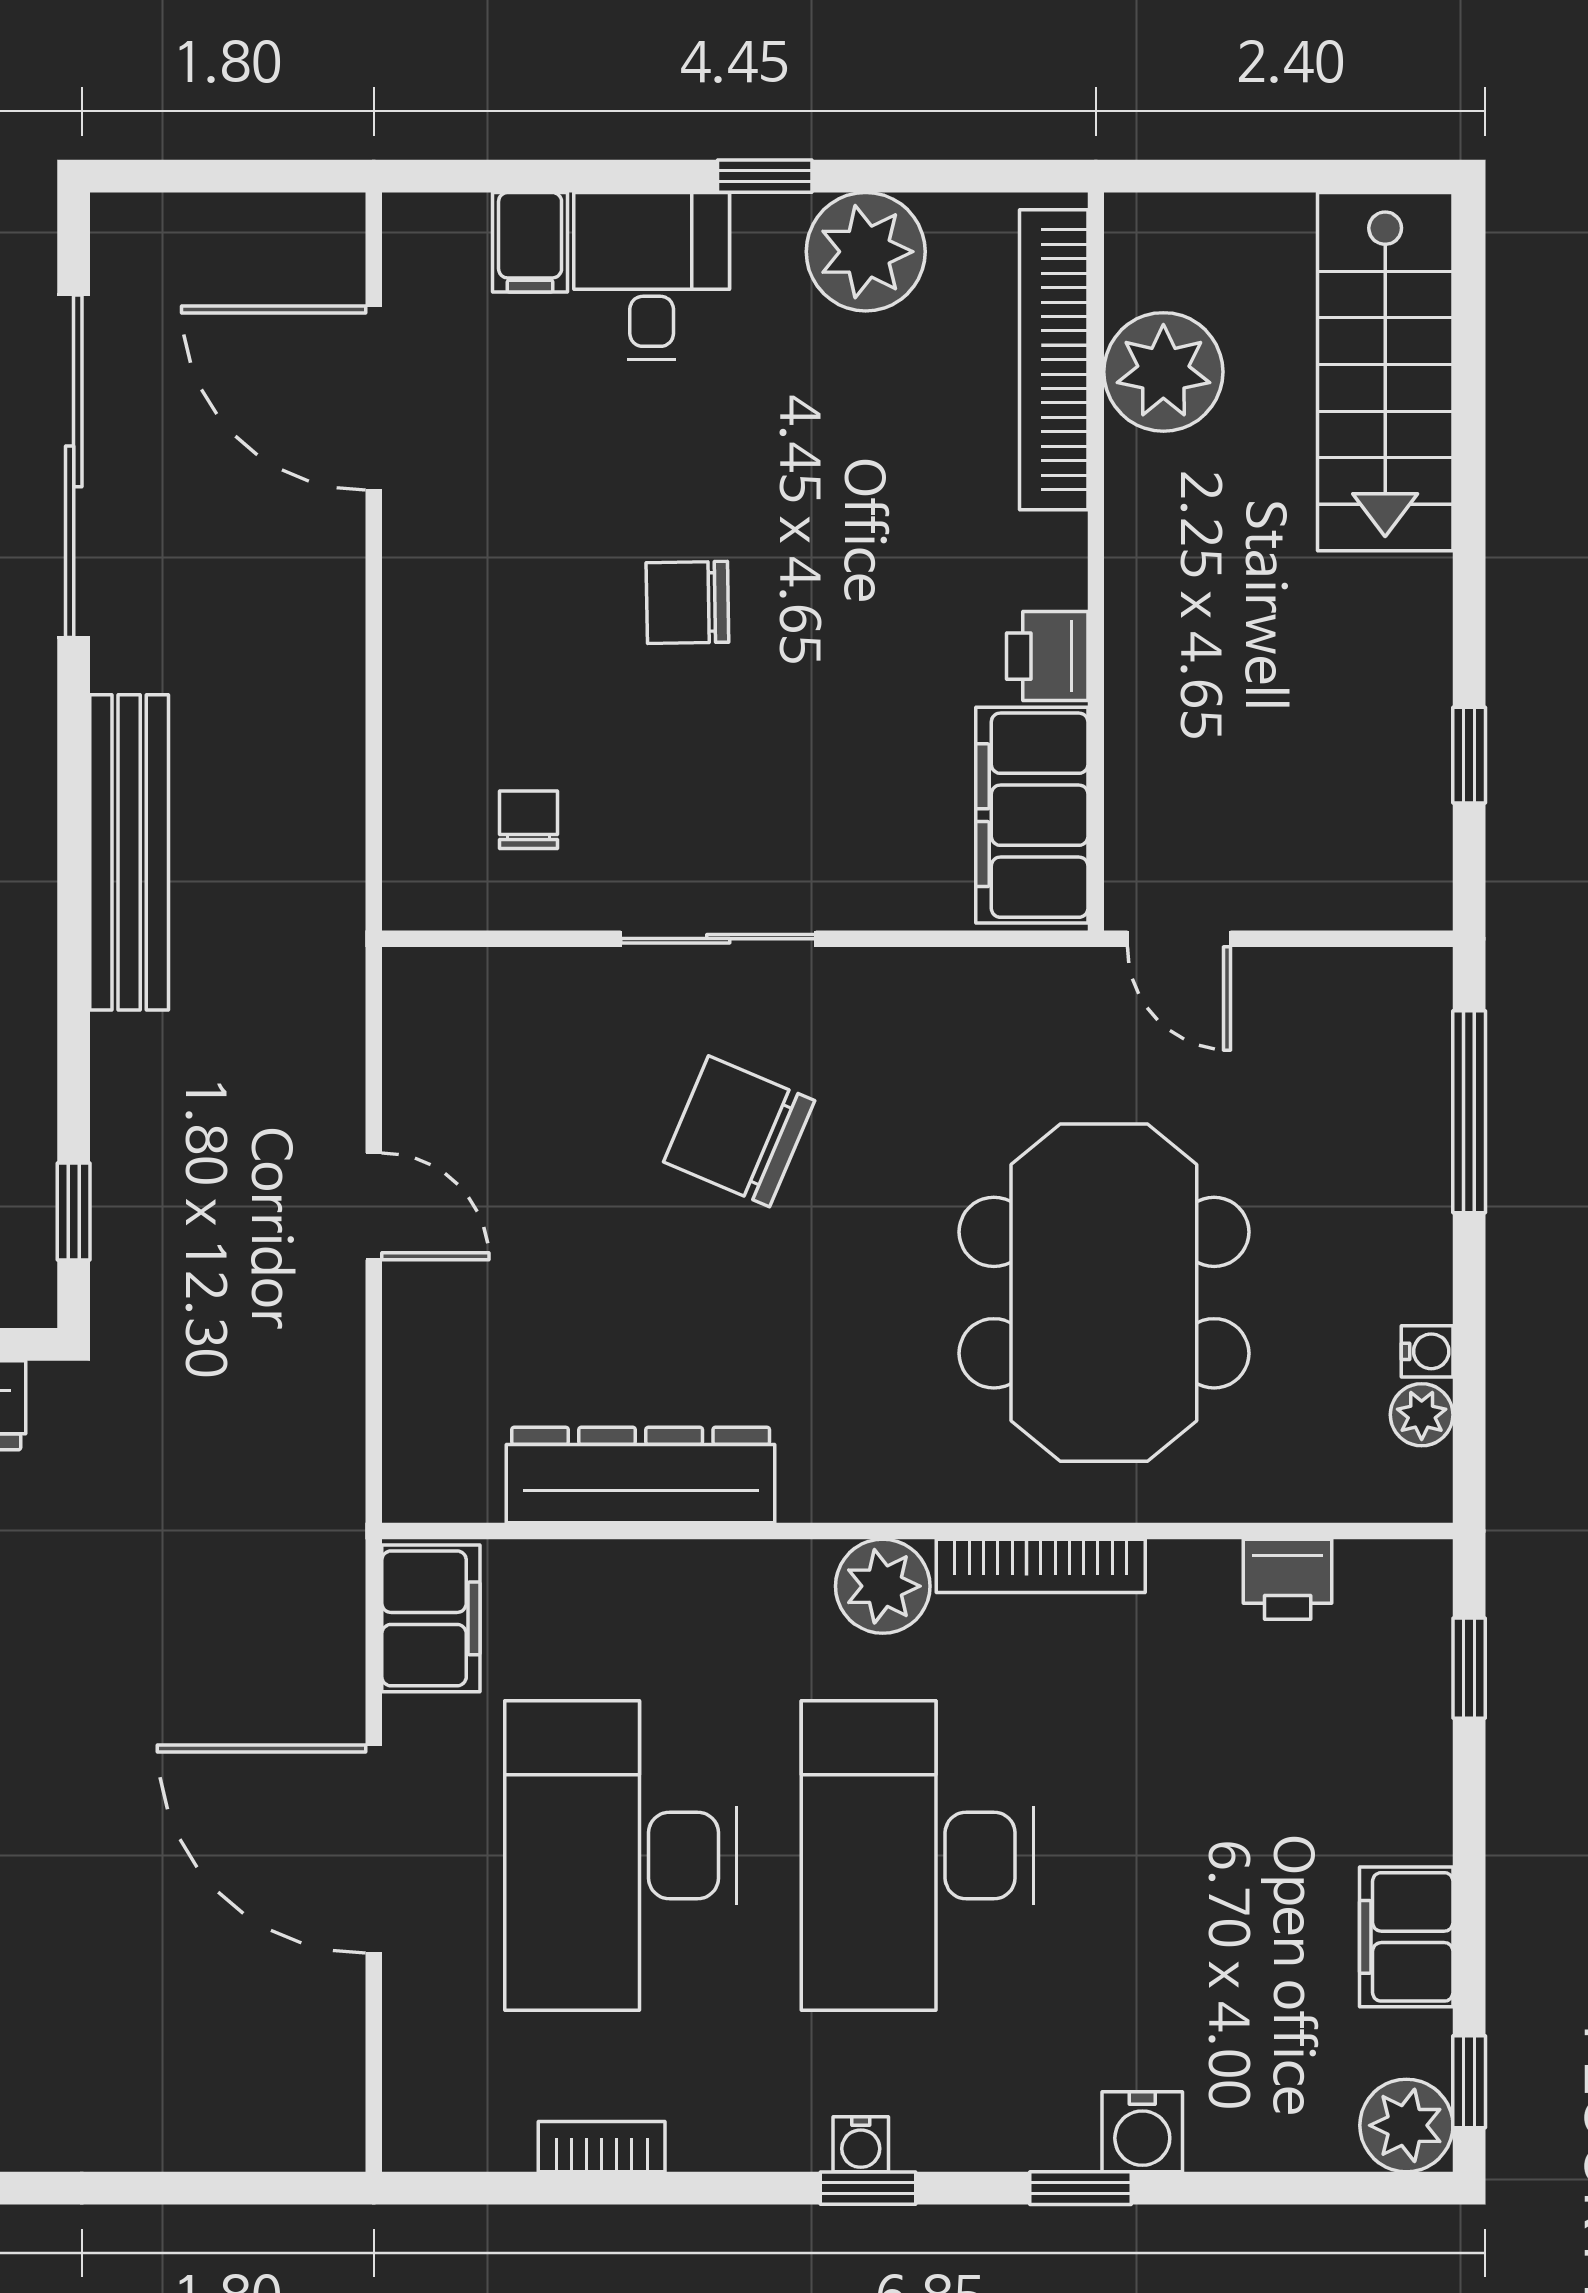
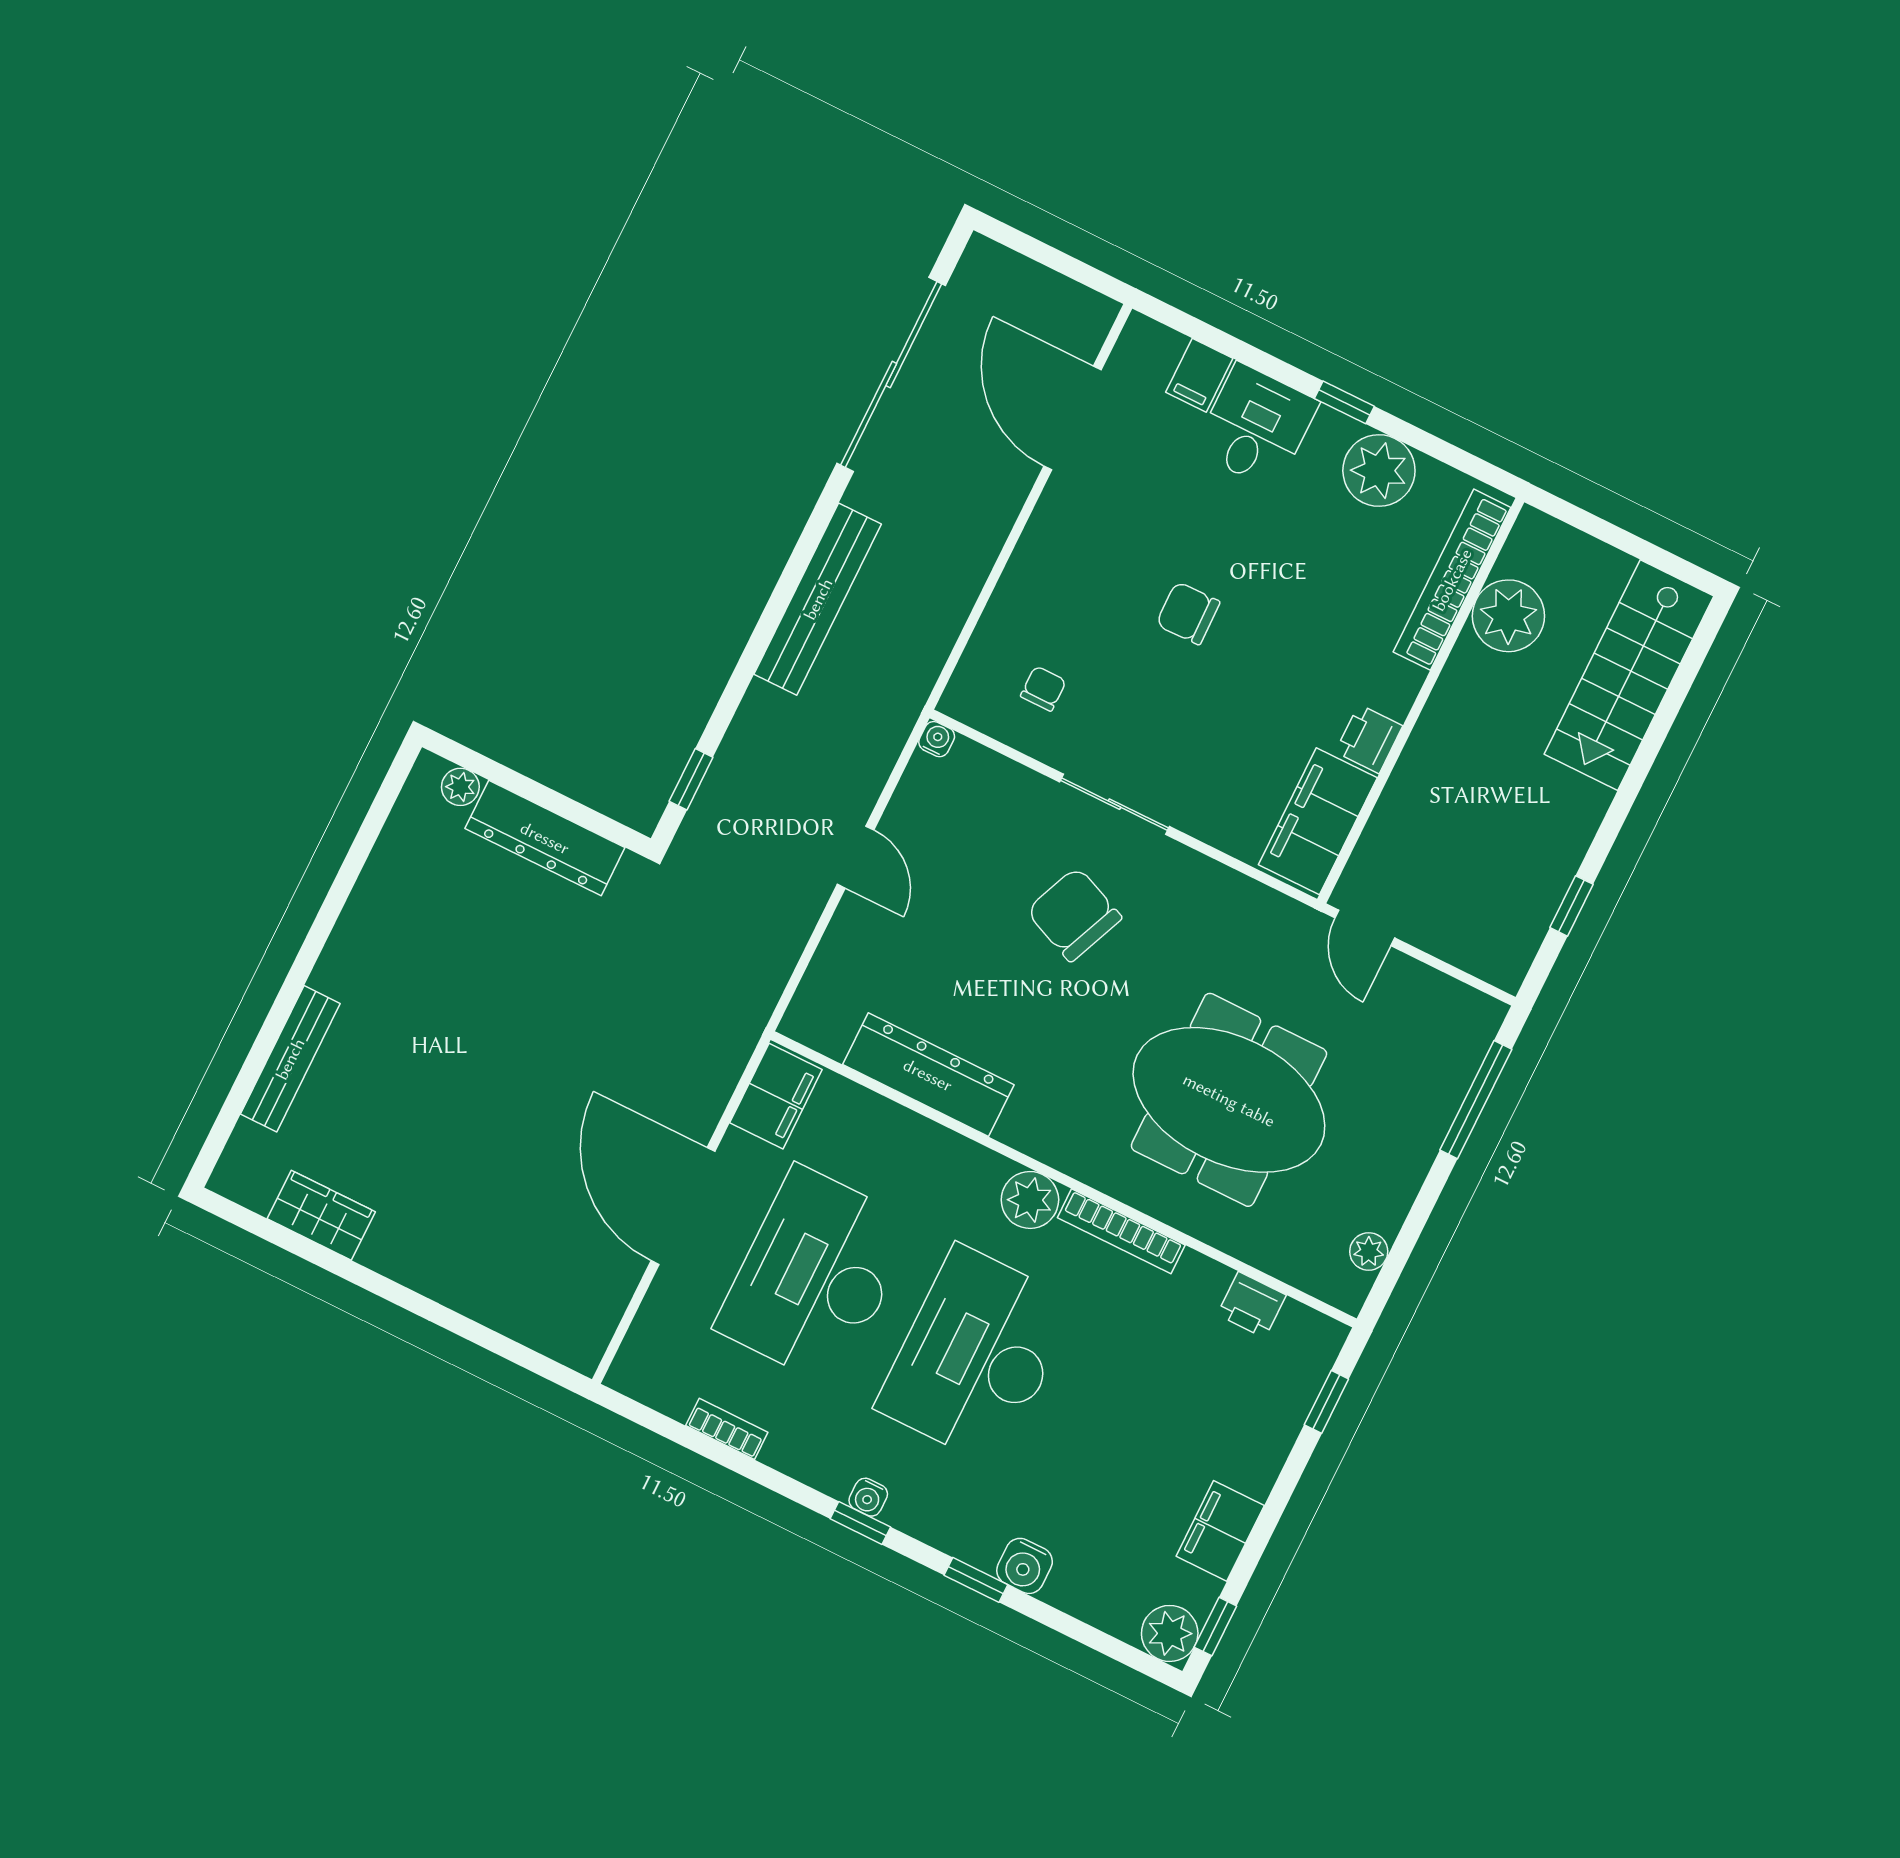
meeting table: (1104, 1293) -> (1229, 1100), turned 90
water cooler: (1427, 1351) -> (937, 739), moved, turned -90

